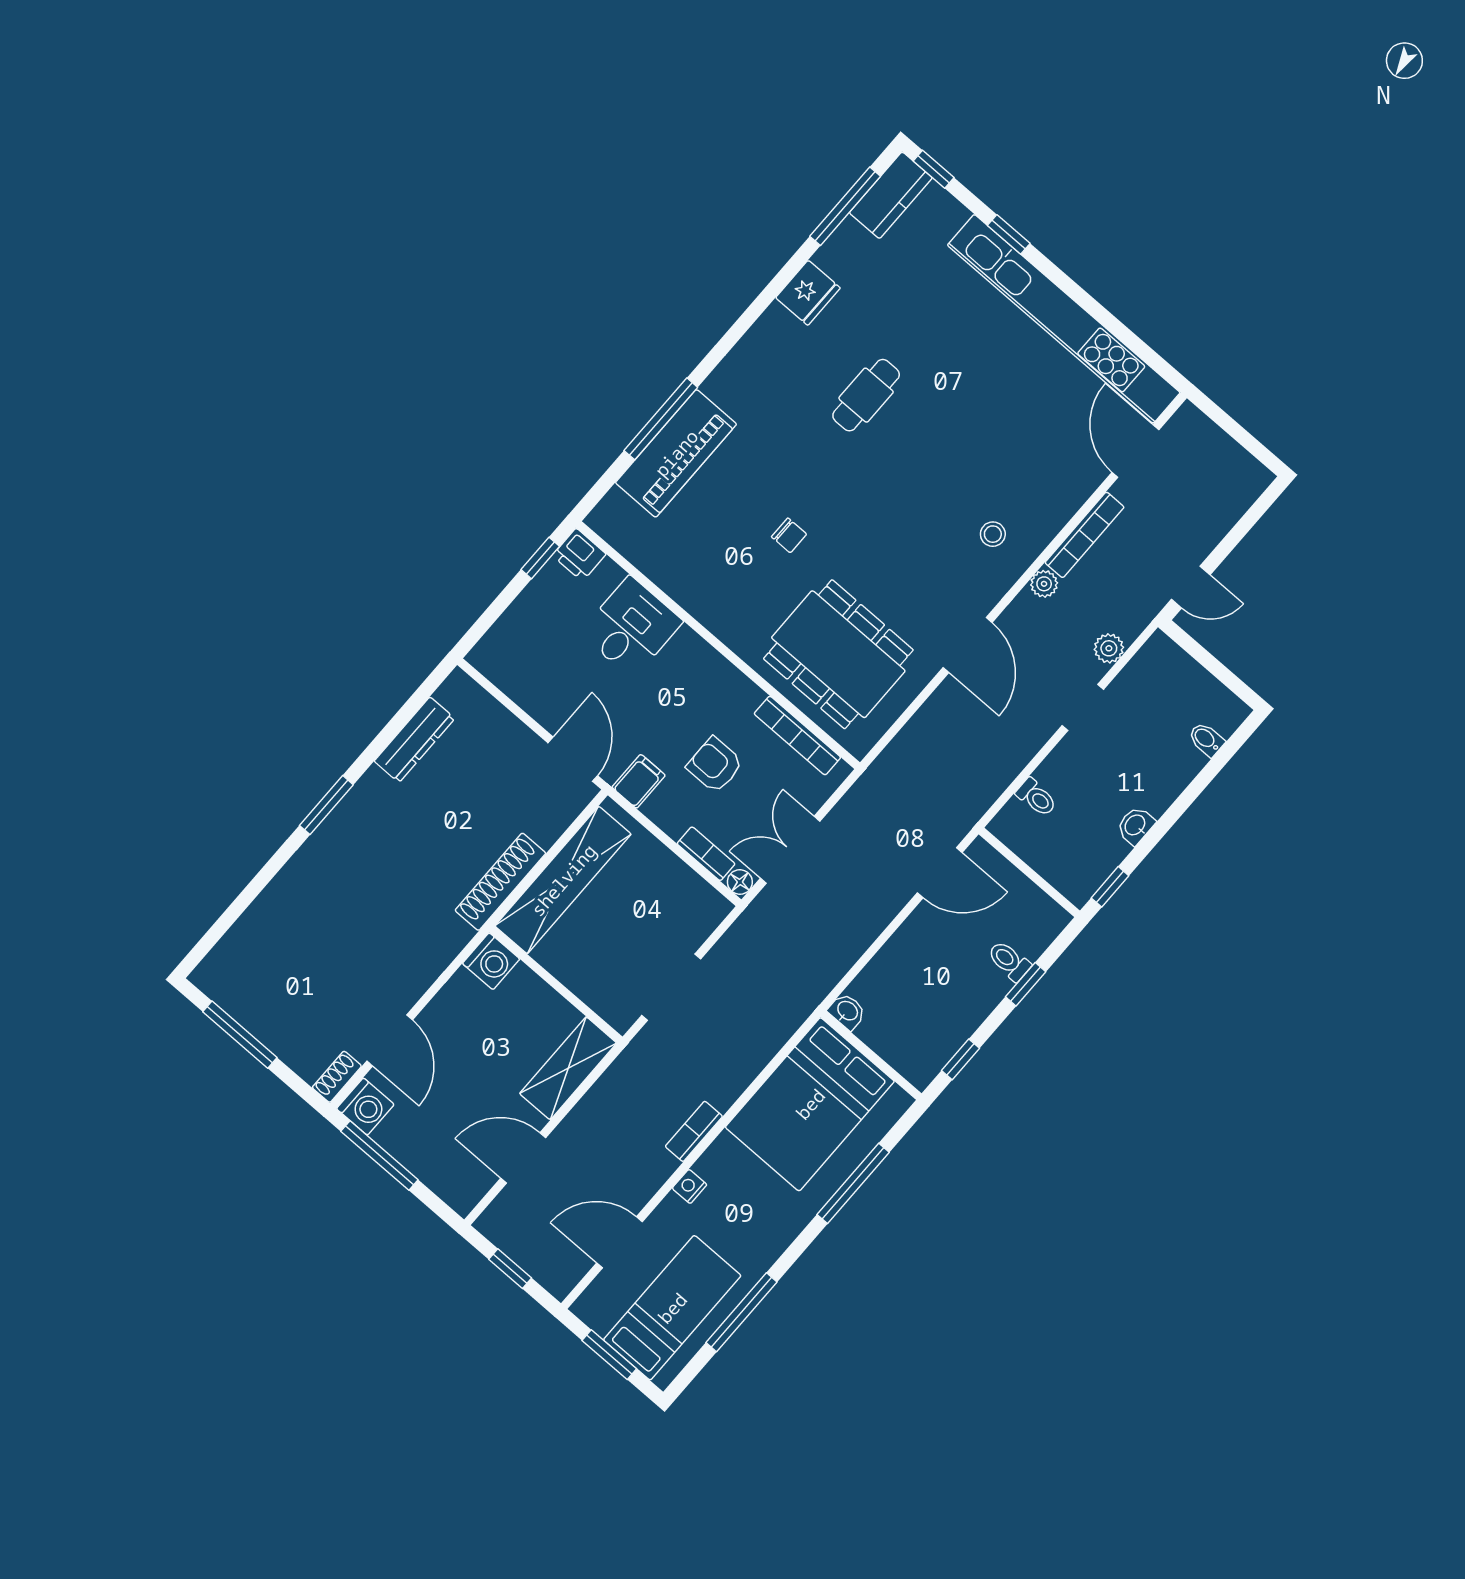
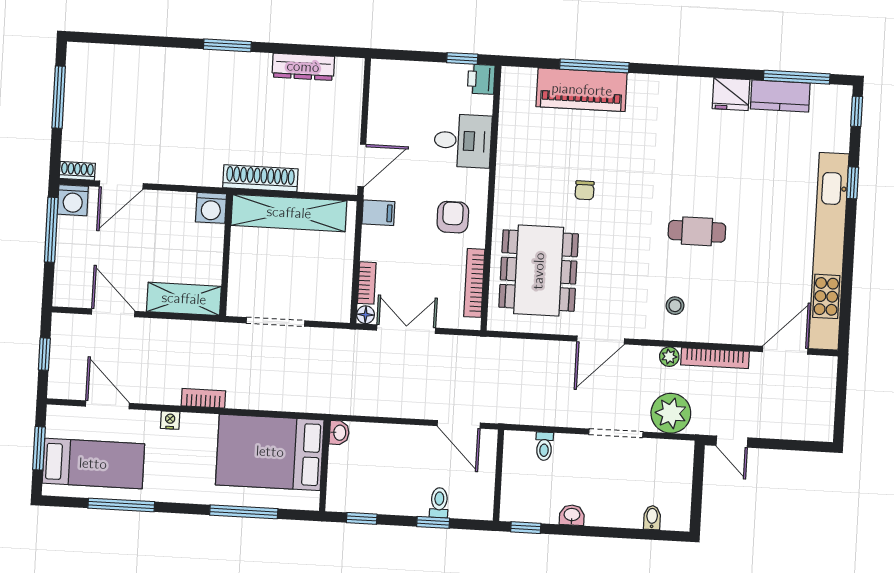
kitchen counter: (891, 195) -> (780, 96), moved
cafe table: (866, 395) -> (697, 231), moved
plant: (1109, 648) -> (671, 413), width x1.88, depth x1.88
doorway: (1083, 707) -> (616, 433), width x1.38
armchair: (715, 765) -> (453, 217), moved

